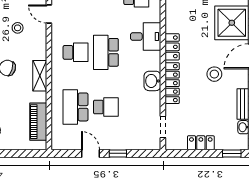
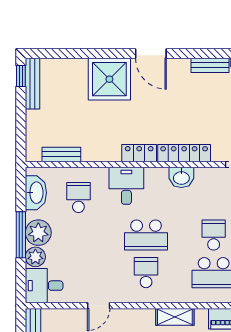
stool: (214, 74) -> (173, 101), removed

